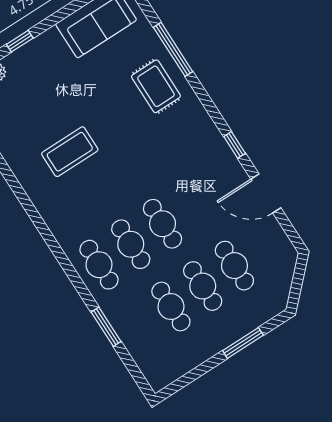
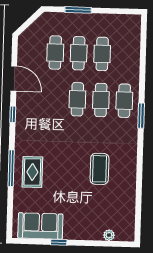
window: (20, 41) -> (59, 242), moved
window: (173, 49) -> (11, 168), moved
coffee table: (70, 152) -> (99, 169), turned 90
window: (106, 327) -> (141, 116), moved

